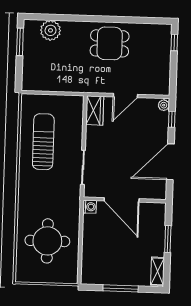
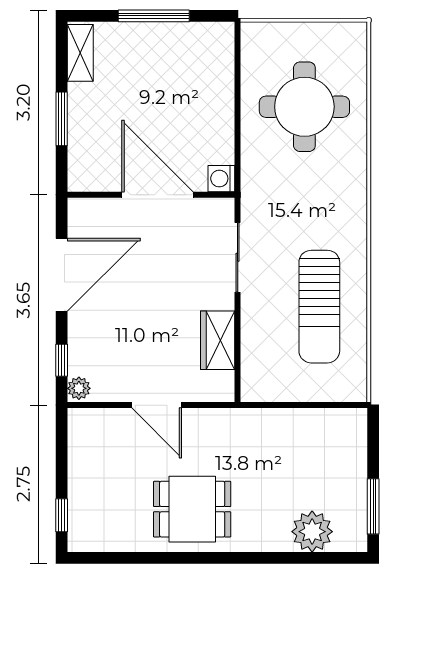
door: (125, 96) -> (157, 405), swing flipped
wardrobe: (95, 110) -> (218, 340), moved

